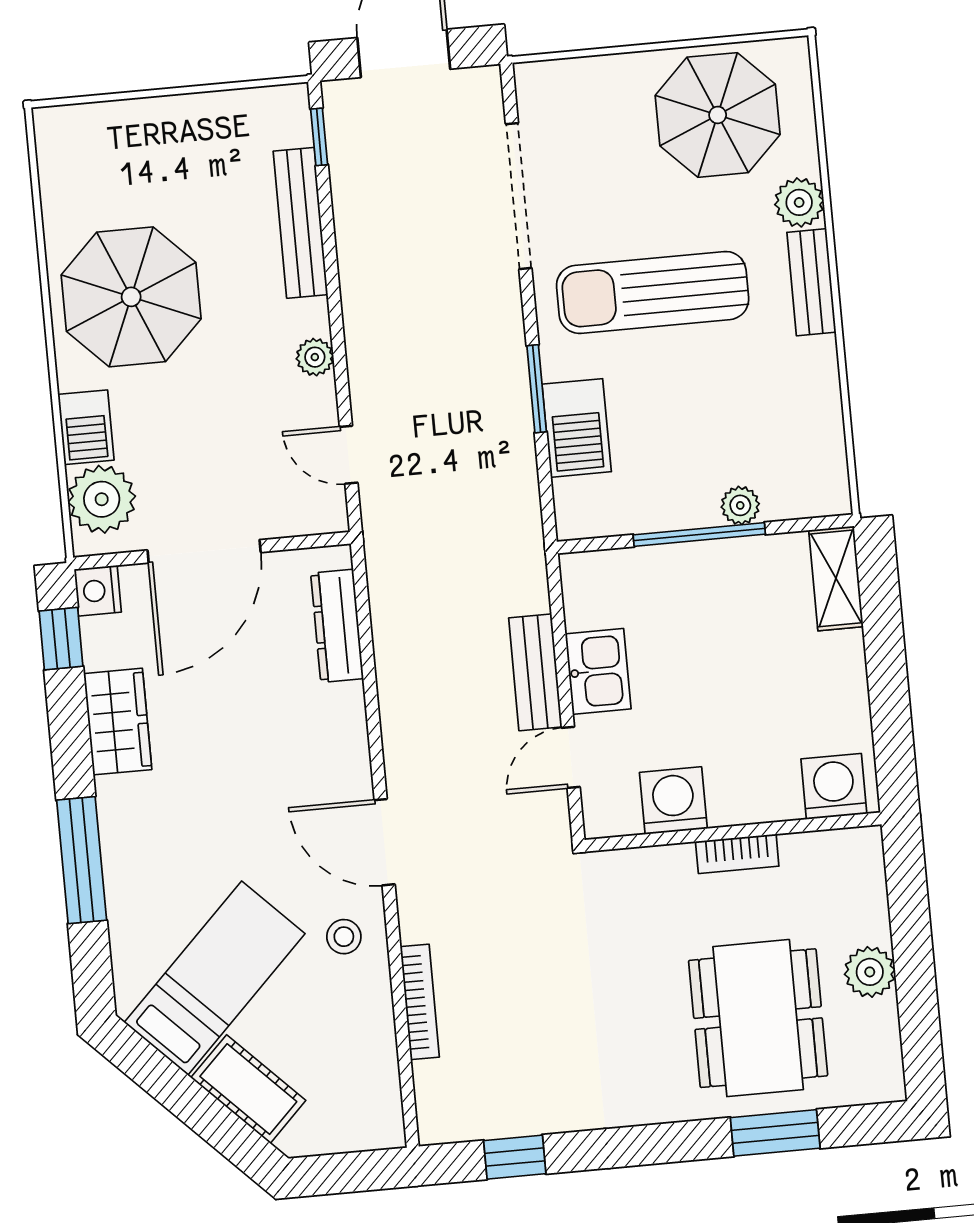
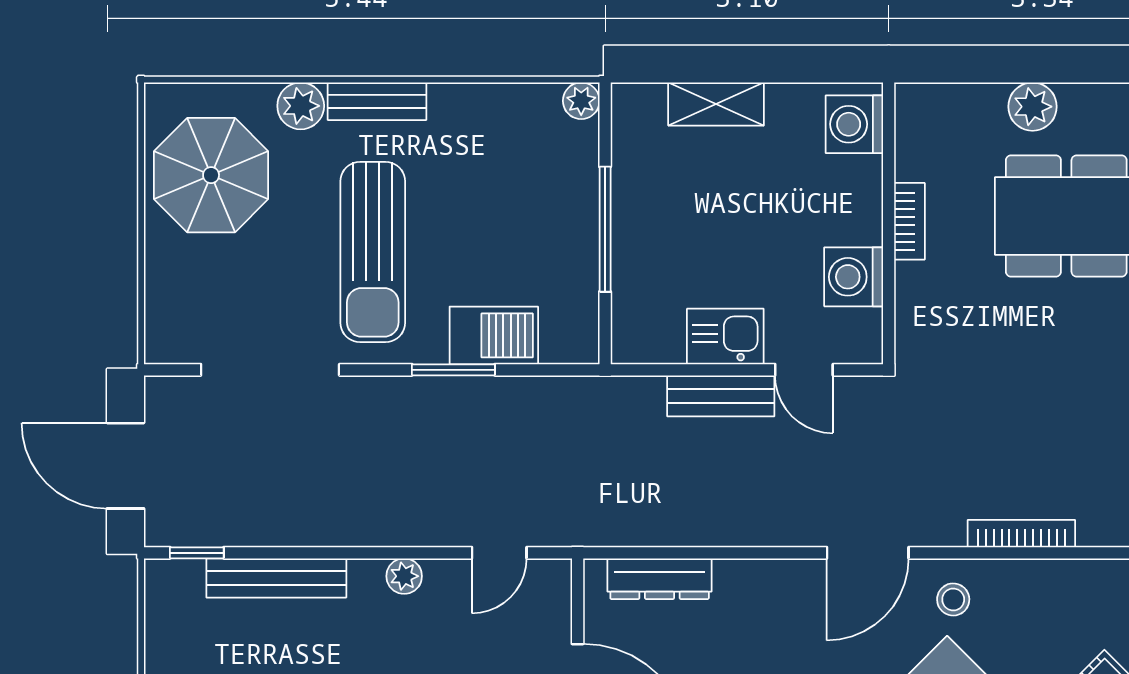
plant: (740, 505) -> (581, 101), moved
shelving: (836, 578) -> (716, 104), moved

